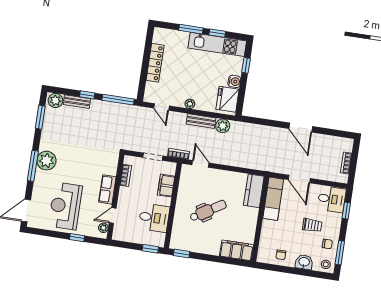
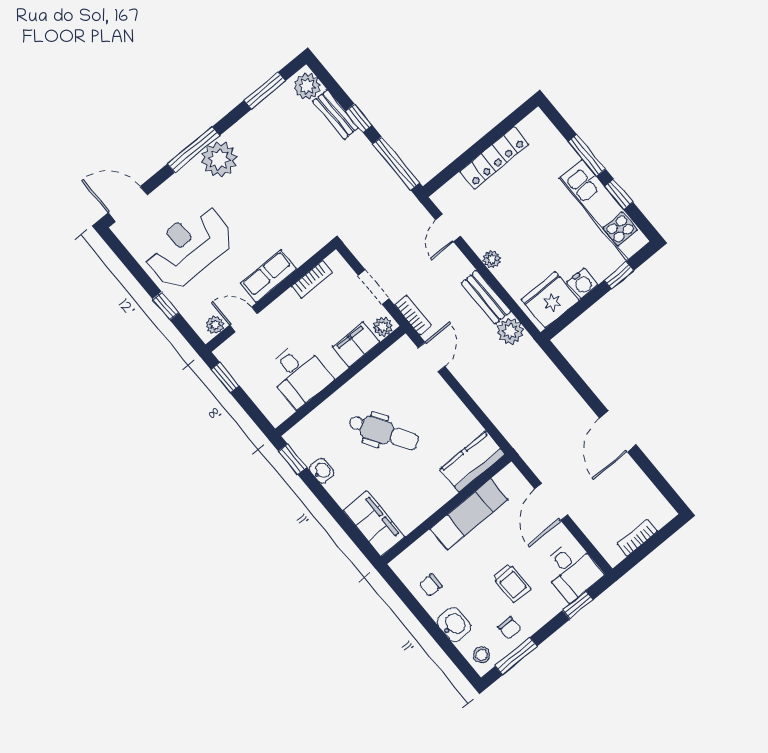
plant: (171, 169) -> (383, 327), added
exam couch: (273, 199) -> (469, 514), moved
washbasin: (197, 248) -> (322, 471), added
window: (150, 249) -> (225, 378), moved

